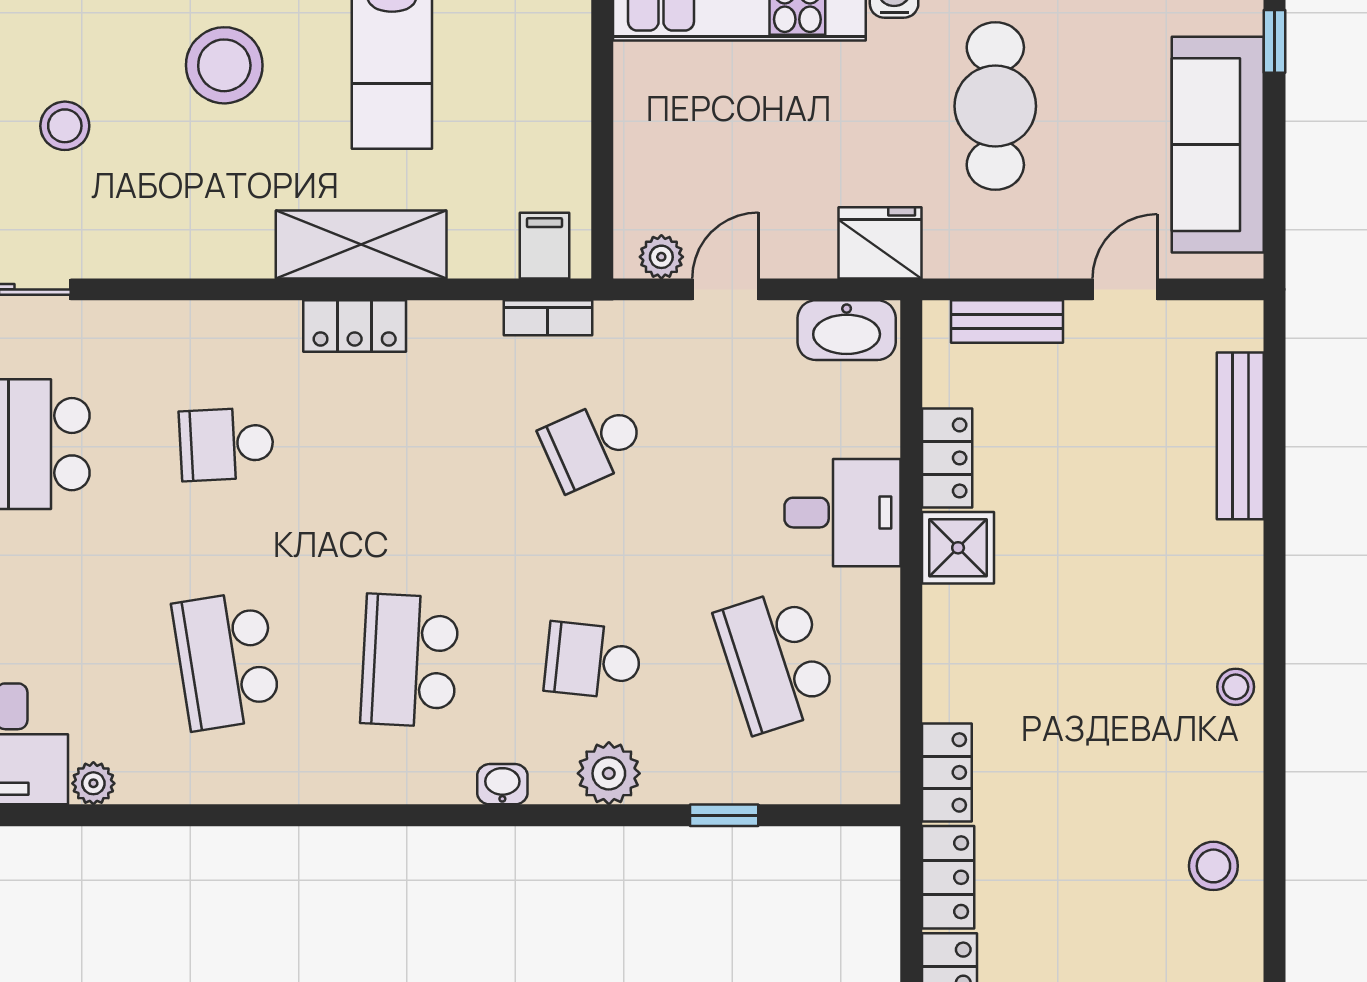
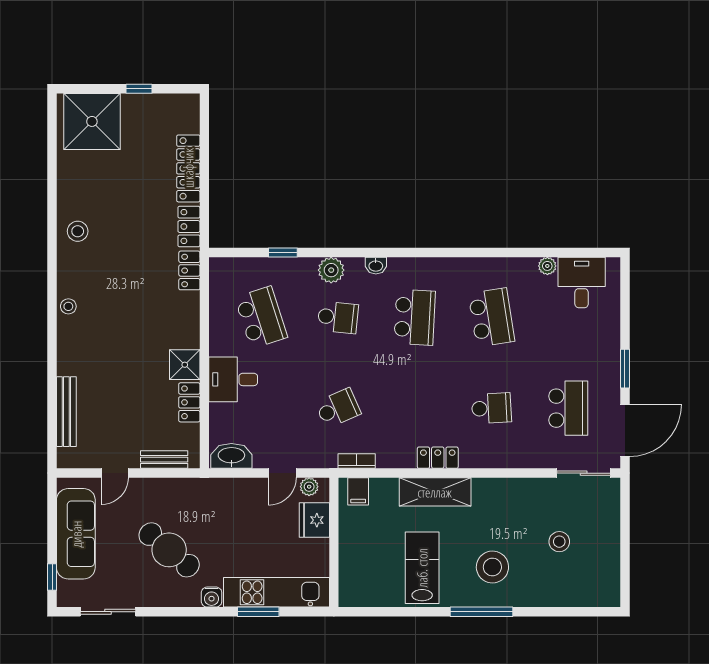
cafe table: (995, 106) -> (169, 550), turned -50
fridge: (880, 243) -> (314, 520), moved, turned 90

